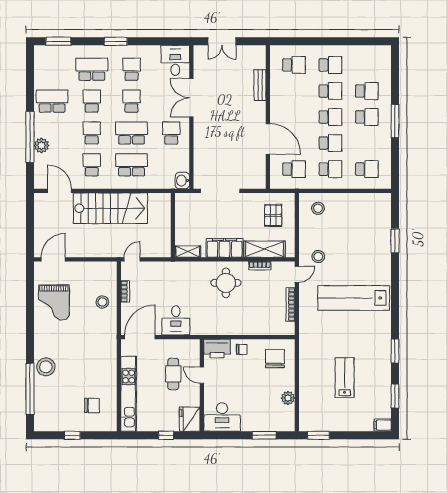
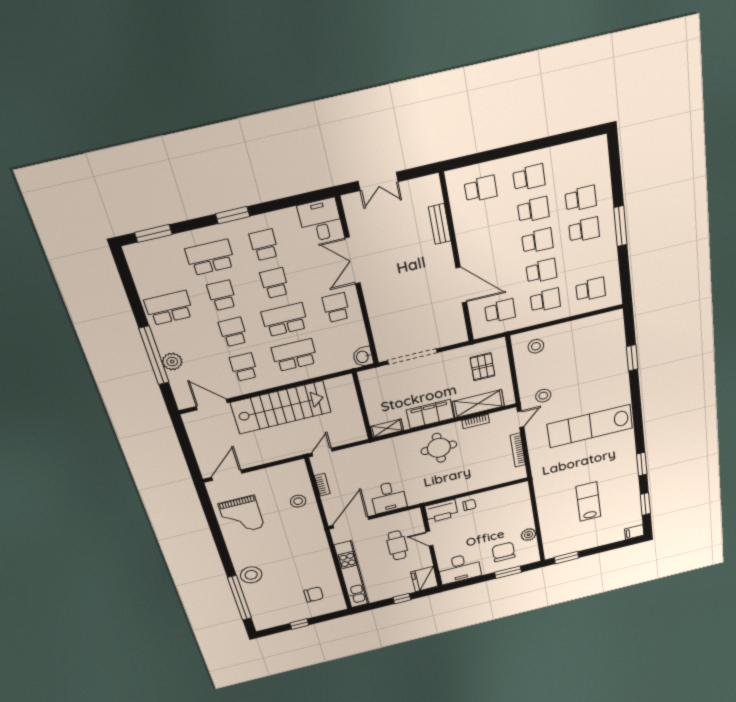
chair: (275, 359) -> (504, 552), moved

